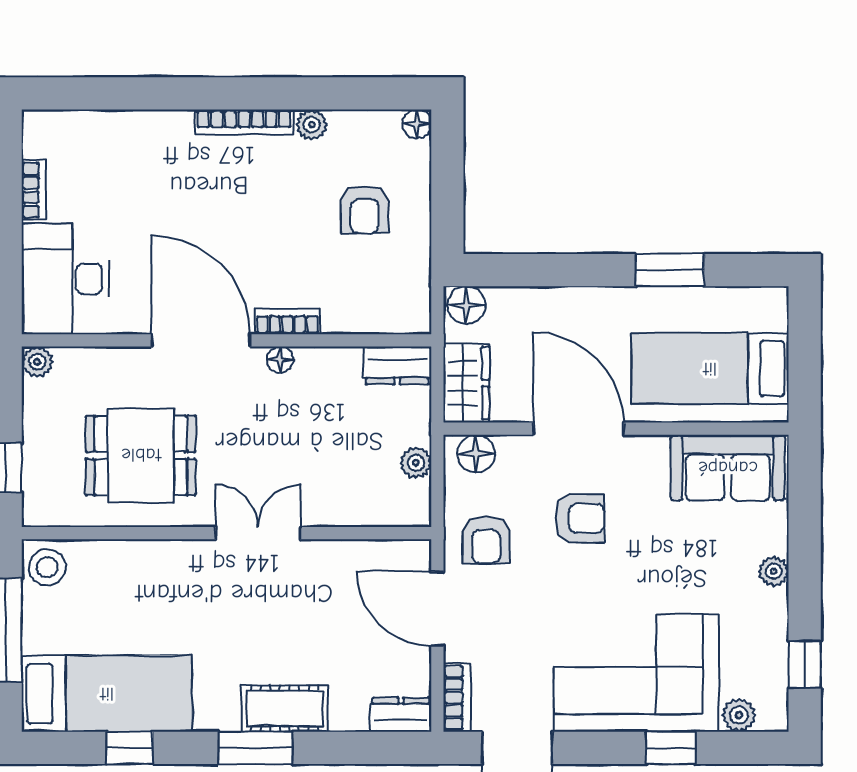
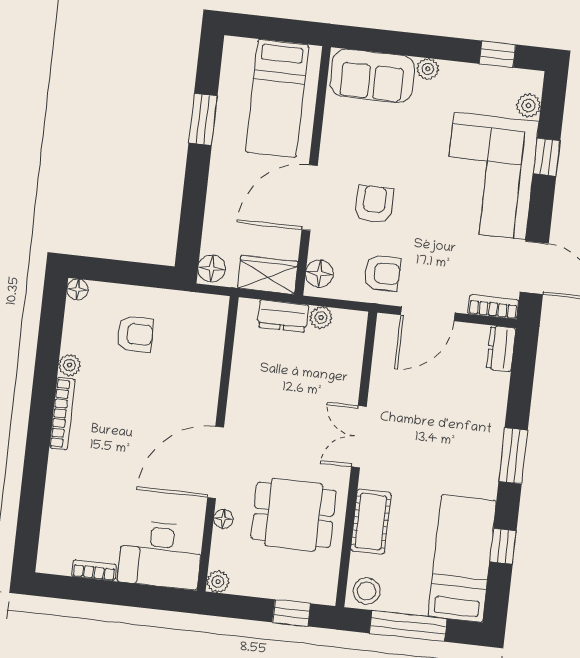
bookcase: (287, 321) -> (209, 398), removed
floor lamp: (280, 360) -> (223, 519), moved
dresser: (397, 365) -> (283, 316), moved, turned 90
dining table: (141, 455) -> (294, 515), turned 90
sofa: (728, 468) -> (372, 76), moved, turned 90
cot: (285, 708) -> (371, 522), moved

